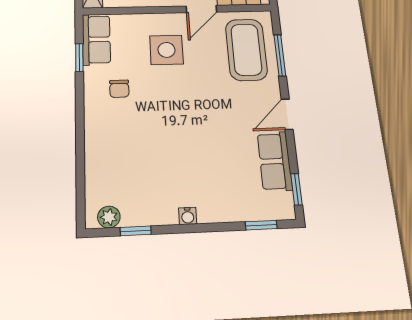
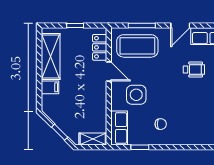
row of seats: (96, 39) -> (119, 128), moved, turned 90
door: (287, 114) -> (180, 26), hinge flipped
wheelchair: (215, 139) -> (194, 70), added

